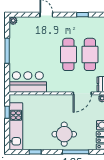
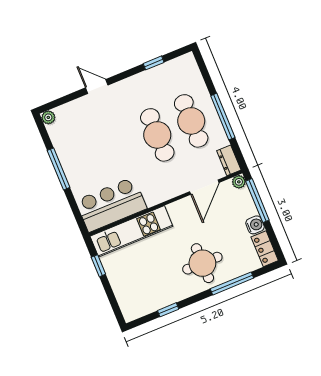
kitchen unit: (16, 126) -> (131, 231), moved, turned 90

